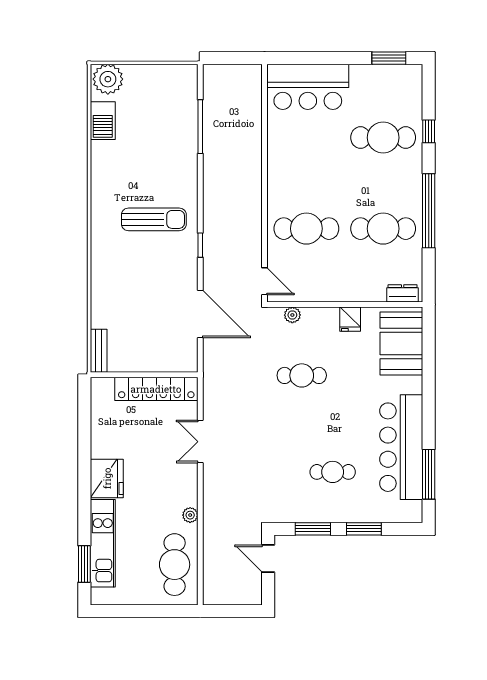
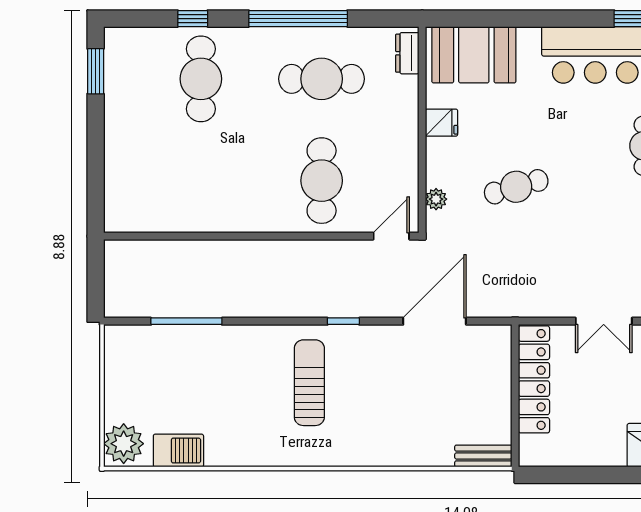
bar counter: (308, 87) -> (134, 179), removed
cafe table: (383, 229) -> (322, 79), turned 90
cafe table: (302, 375) -> (516, 187), turned 74

